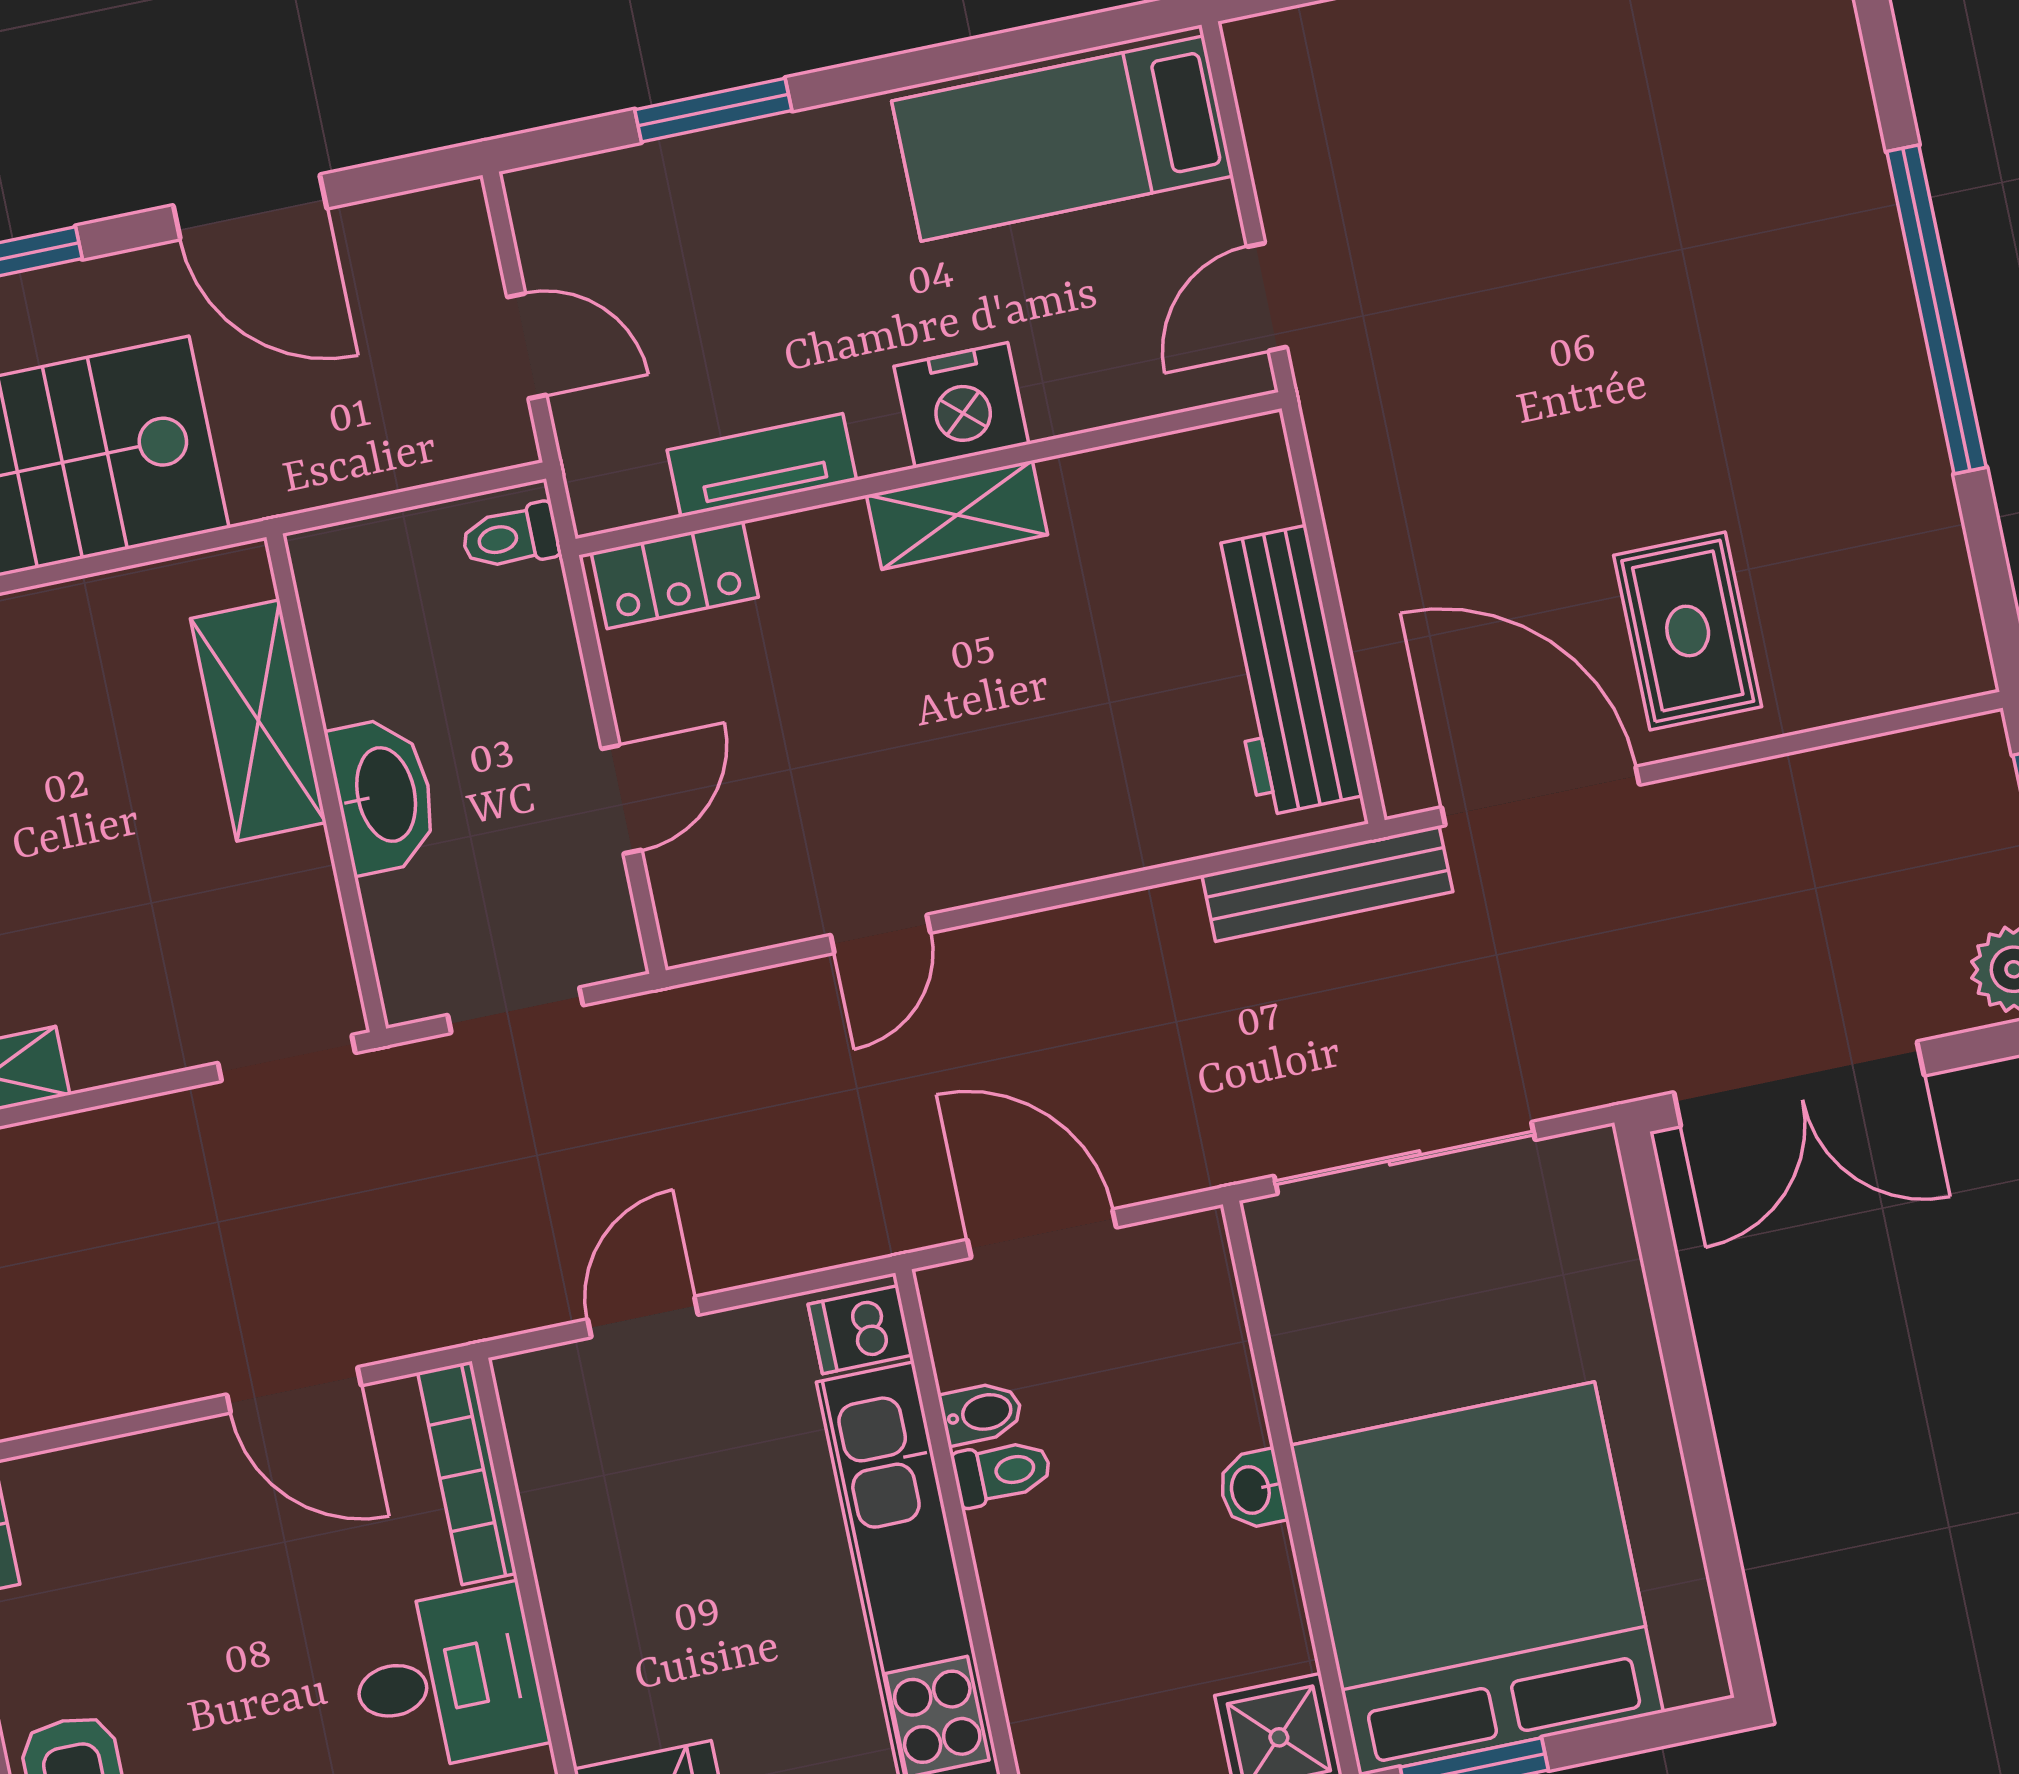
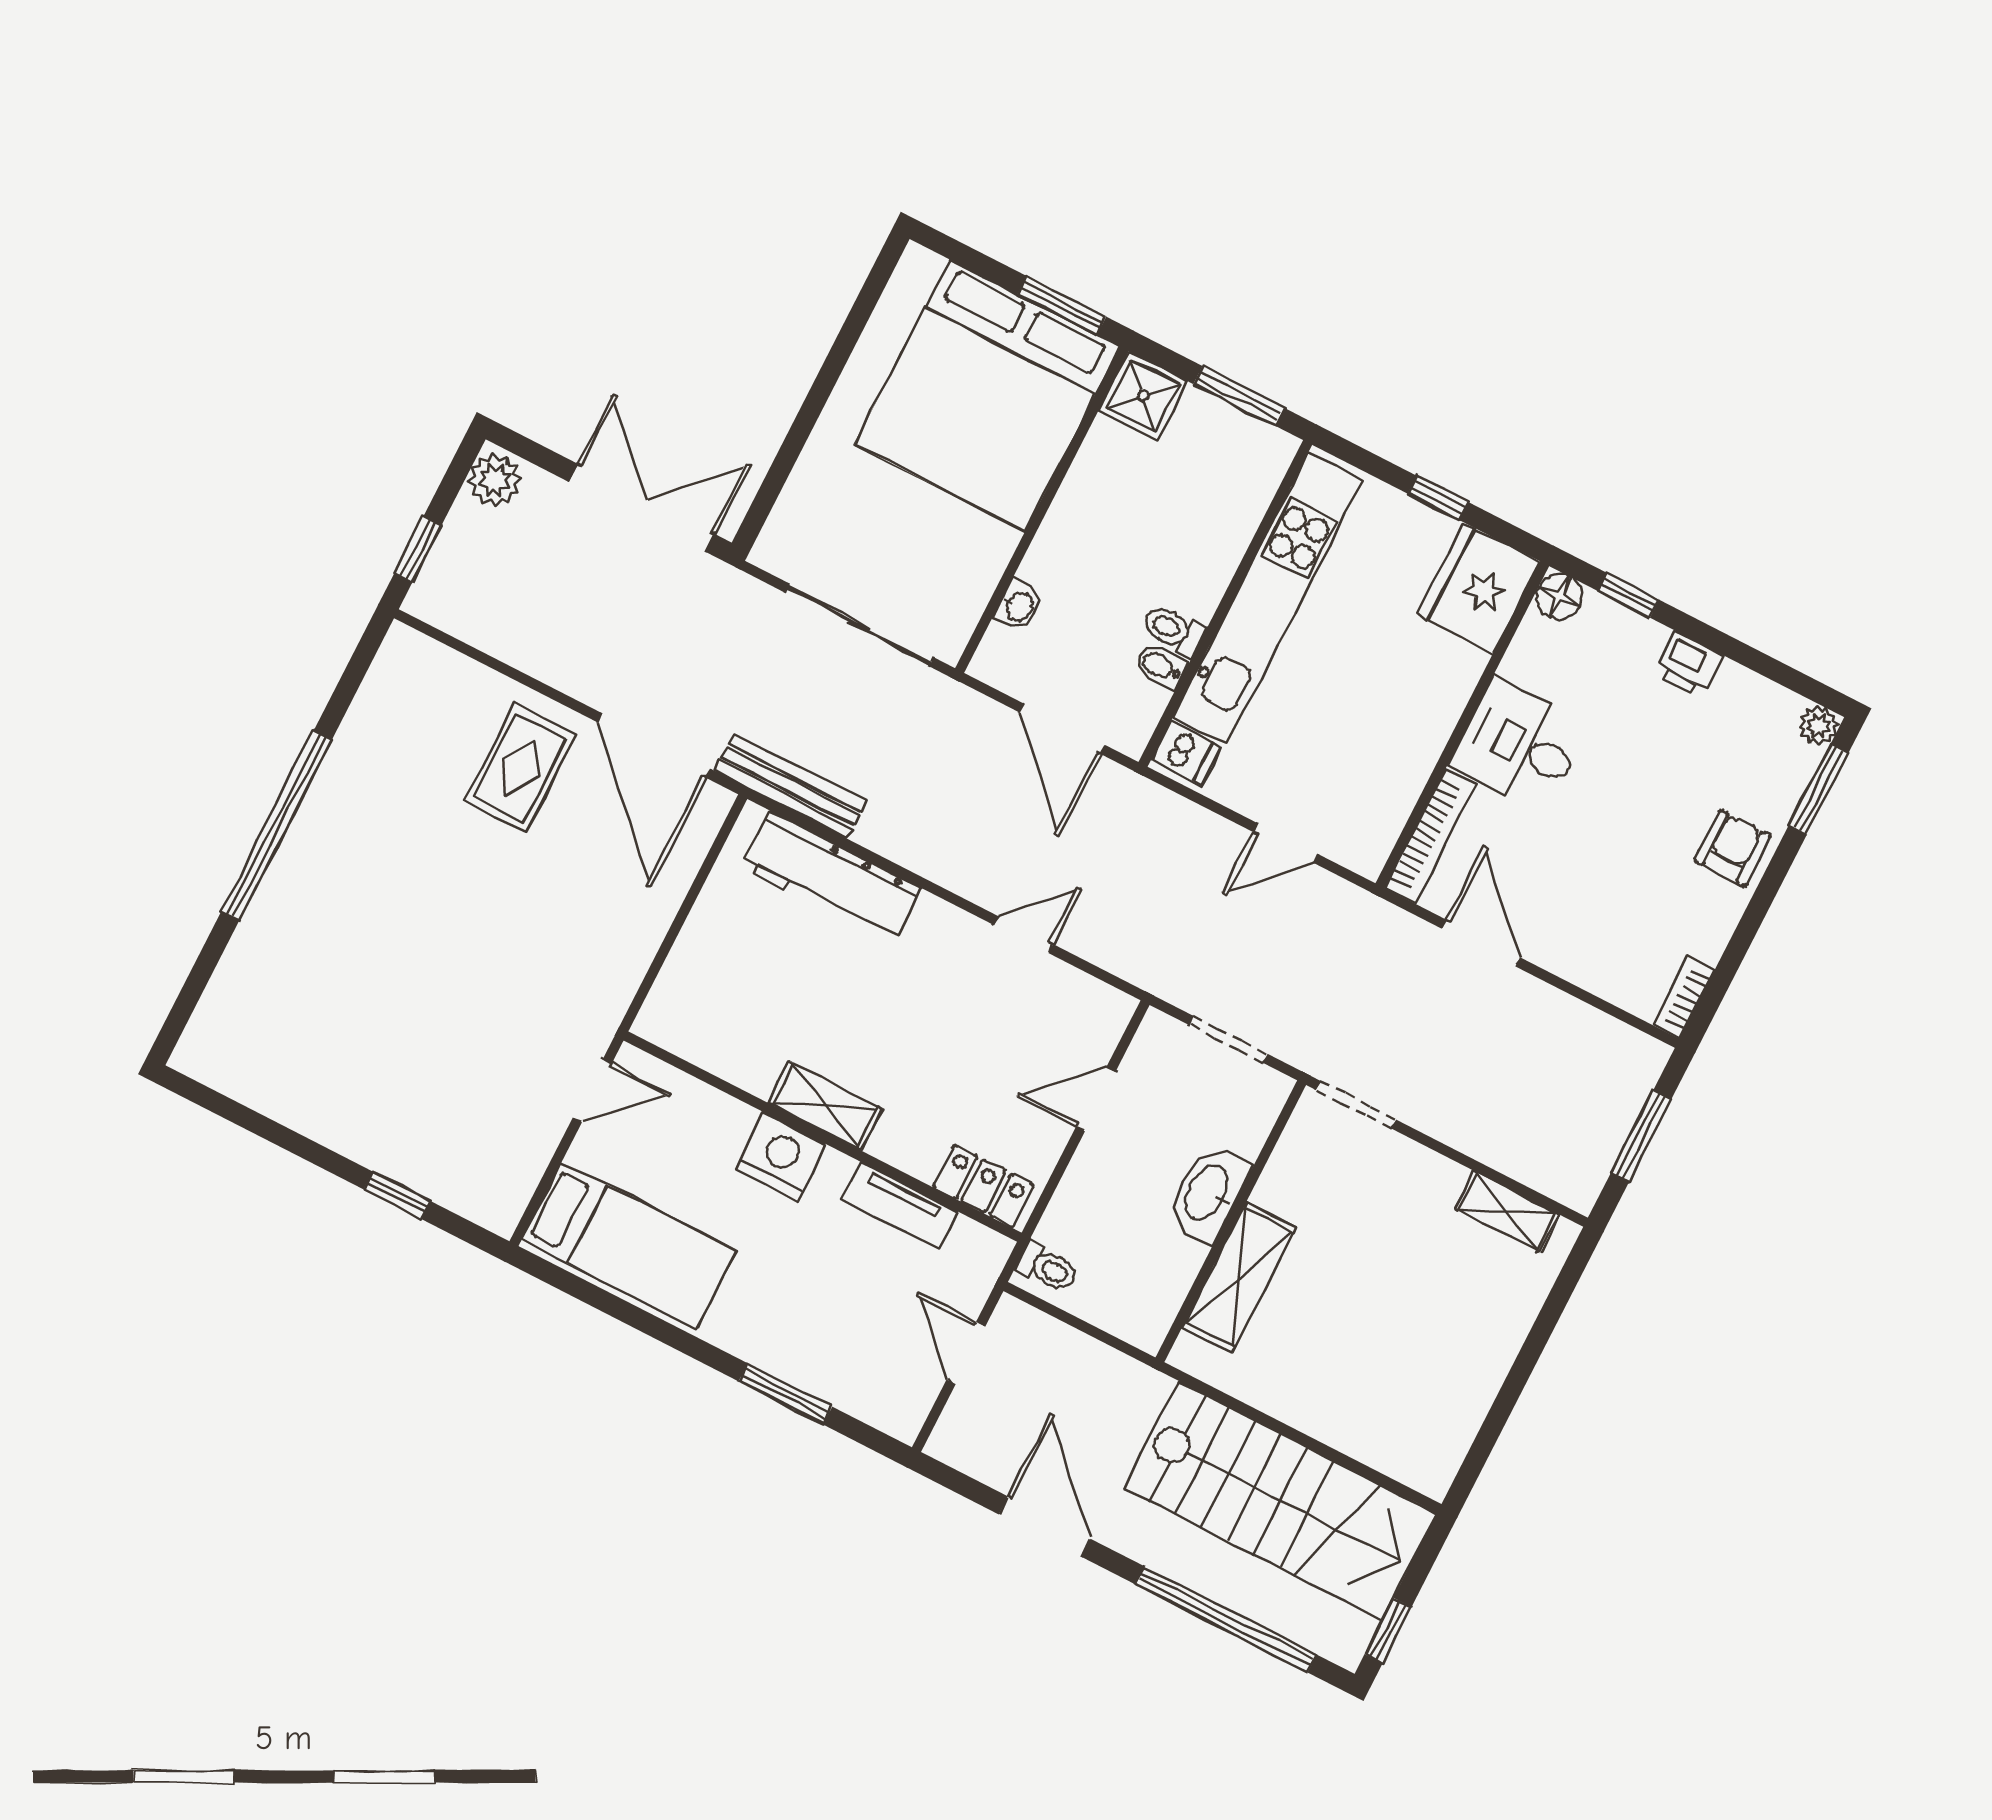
workbench: (1284, 671) -> (831, 878), moved, turned 90
washbasin: (1252, 1490) -> (1019, 606), moved

